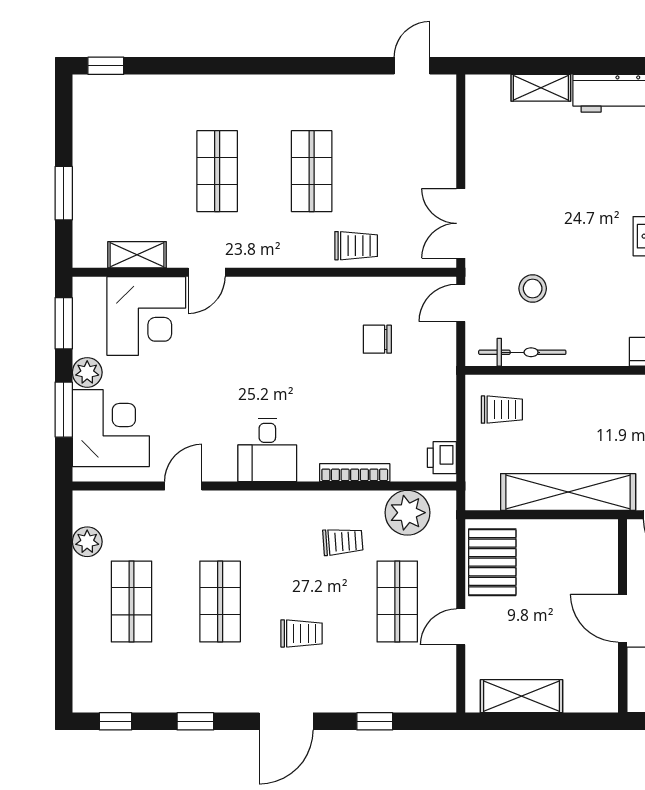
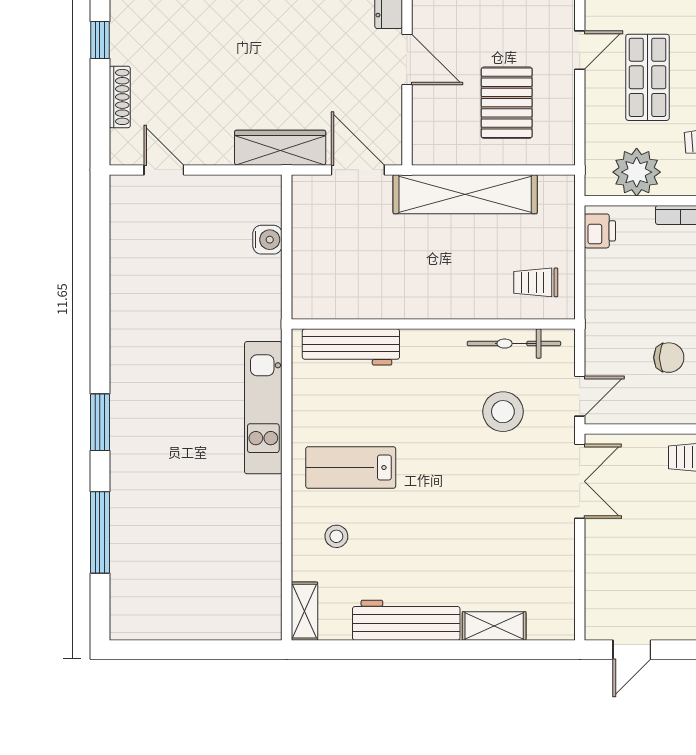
stool: (533, 288) -> (503, 412), width x1.38, depth x1.38
pallet: (492, 562) -> (507, 103), moved

